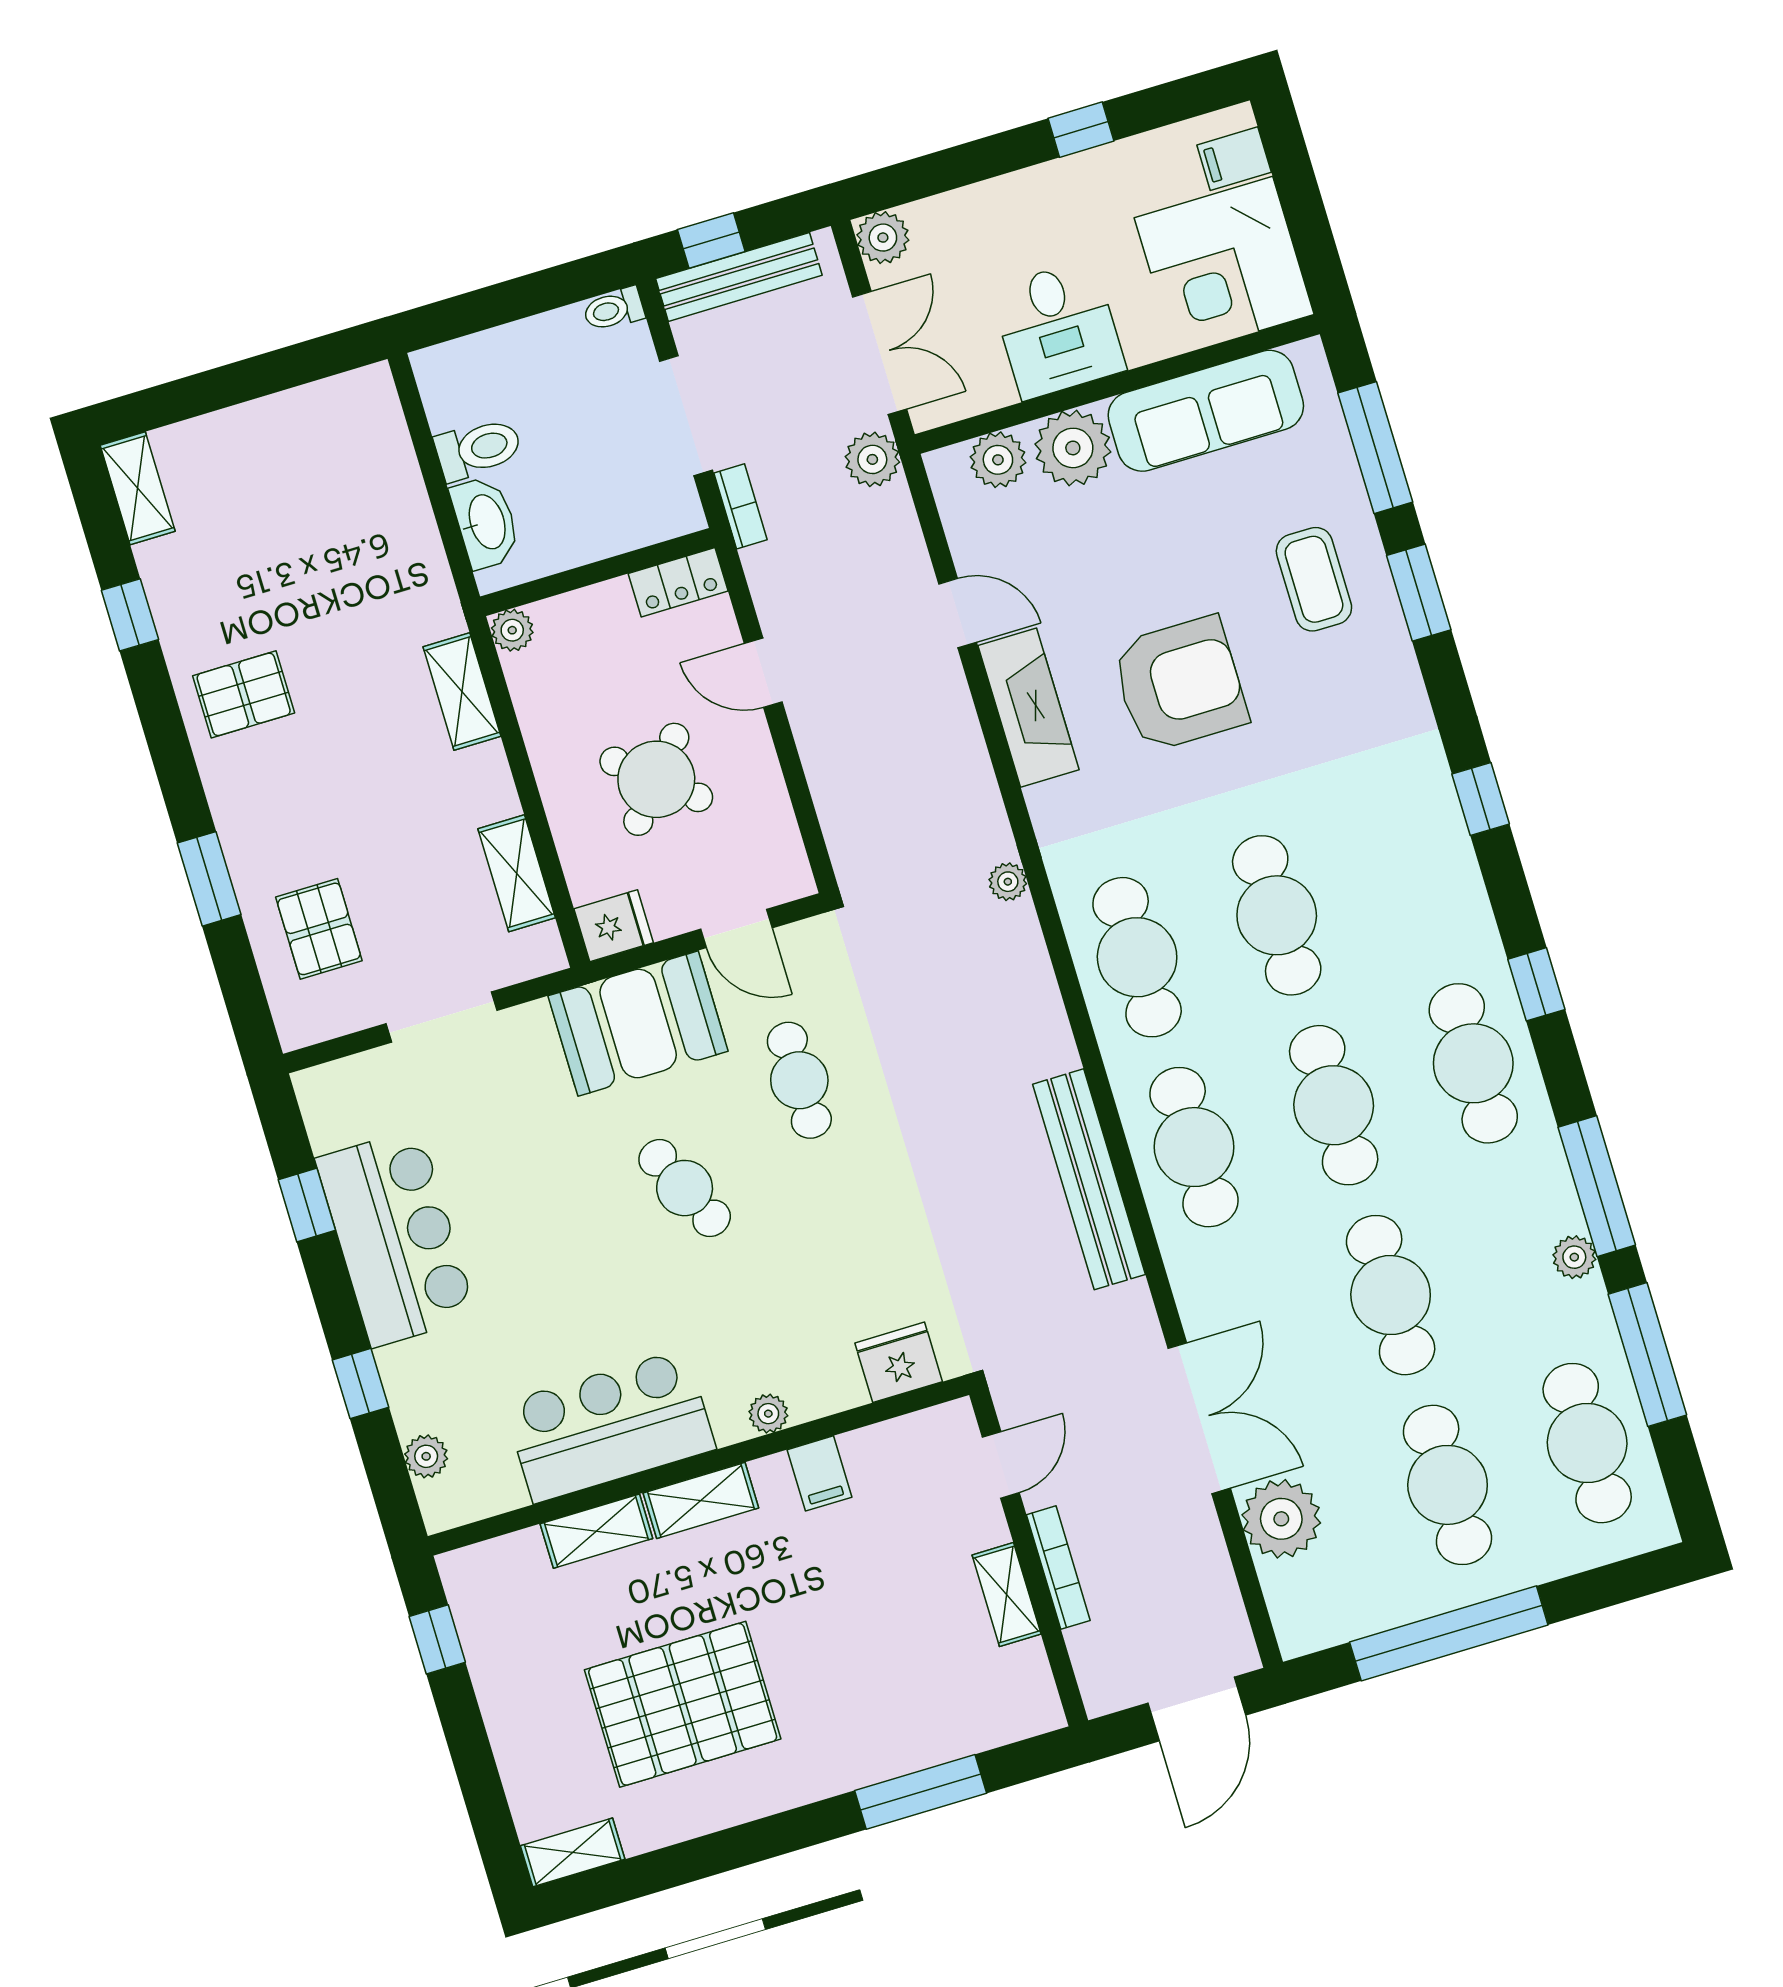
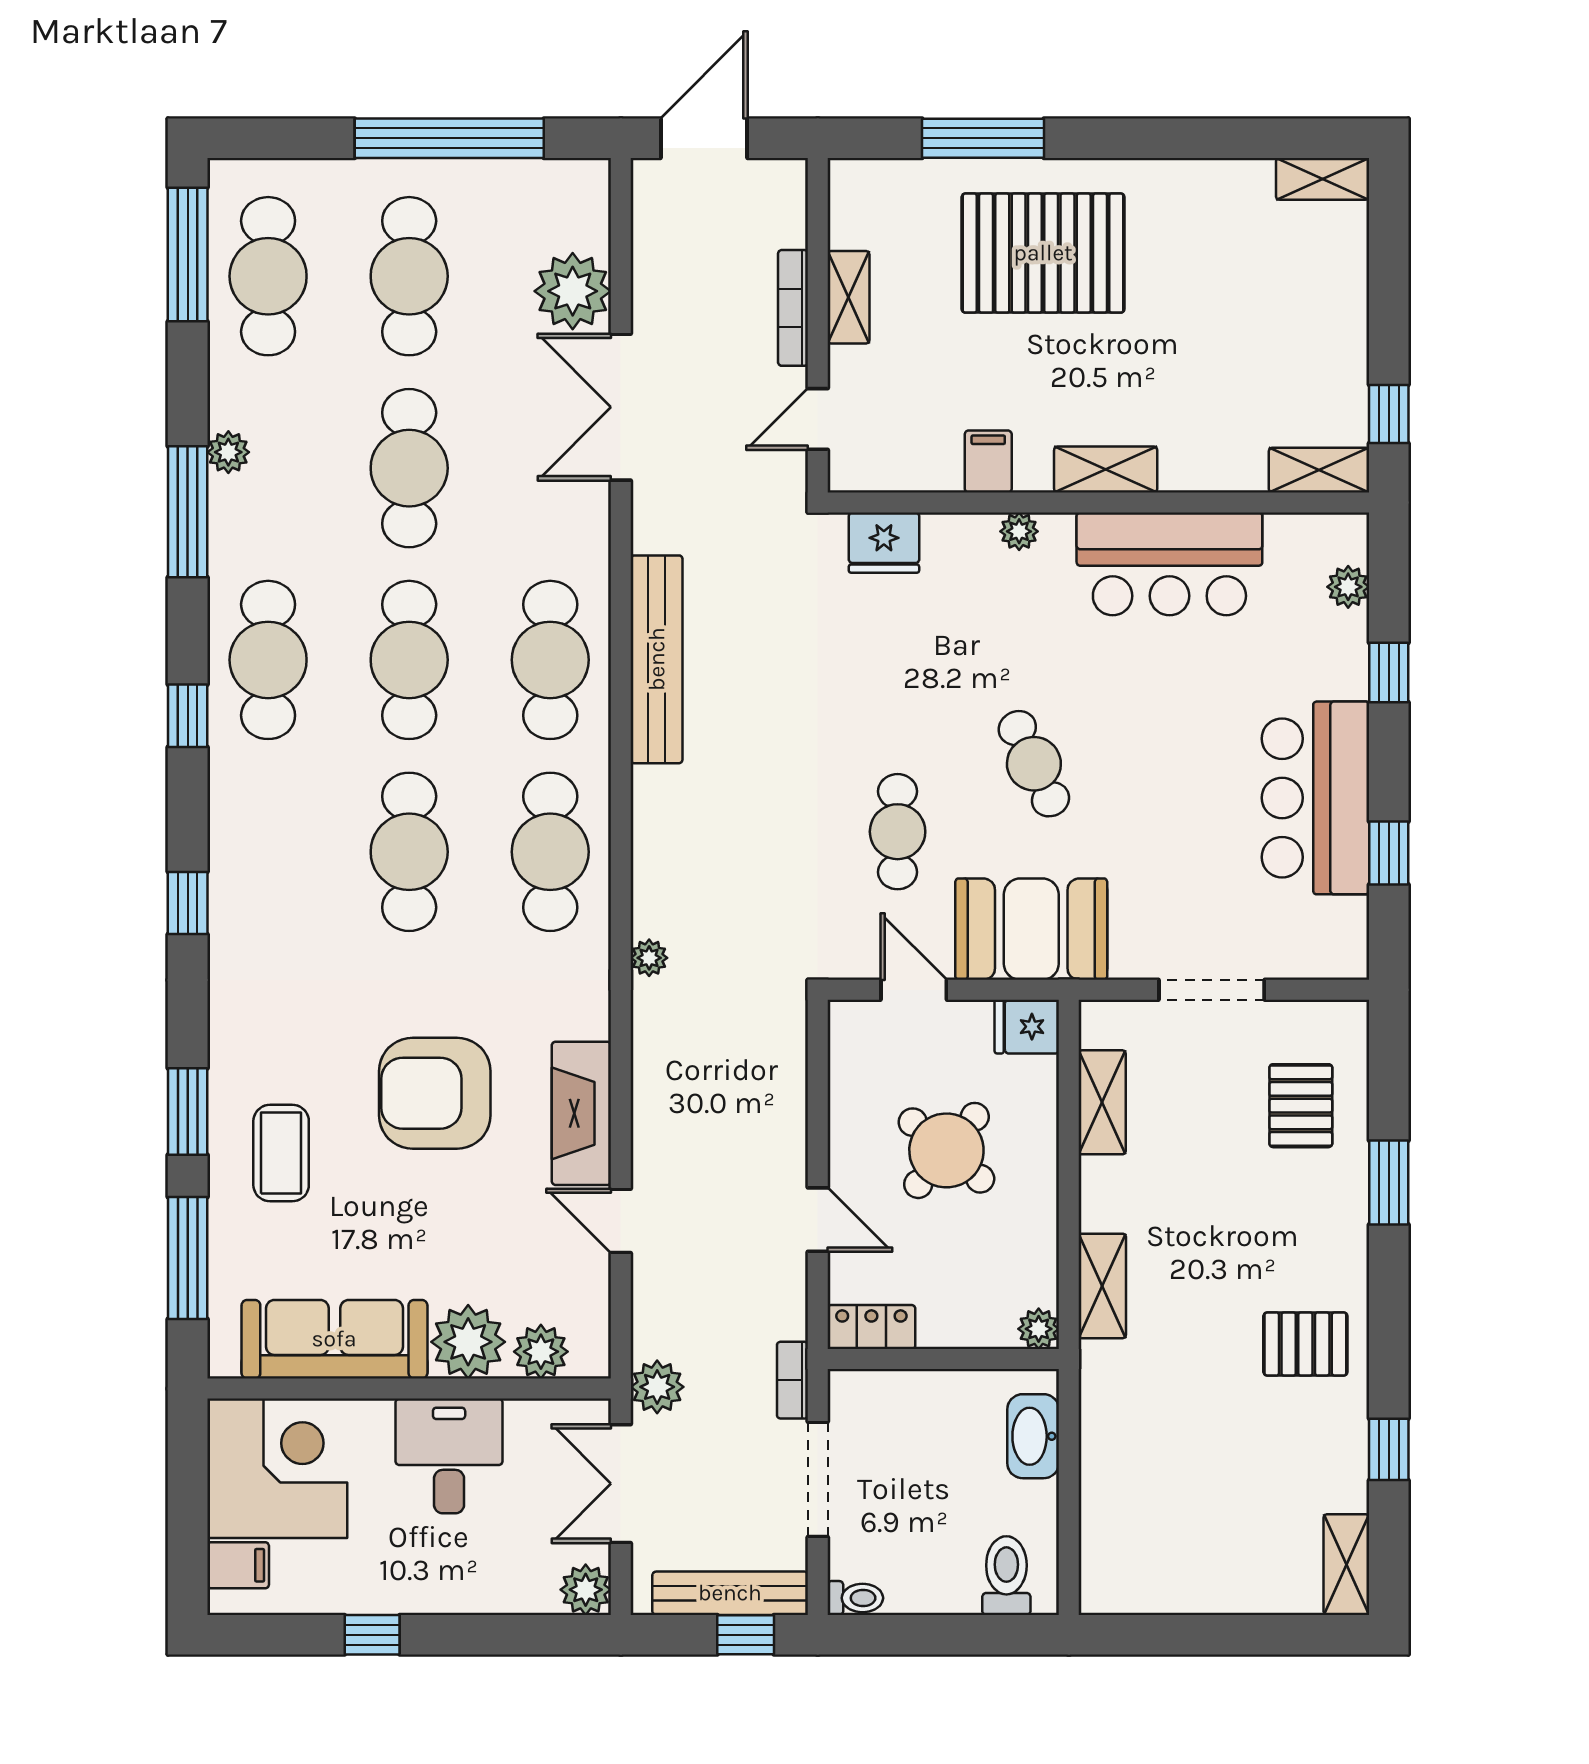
toilet: (478, 449) -> (1006, 1576), moved, turned 90
window: (1647, 1355) -> (188, 255), moved
shelving: (596, 1531) -> (1319, 470), moved
pallet: (683, 1704) -> (1043, 253), moved

